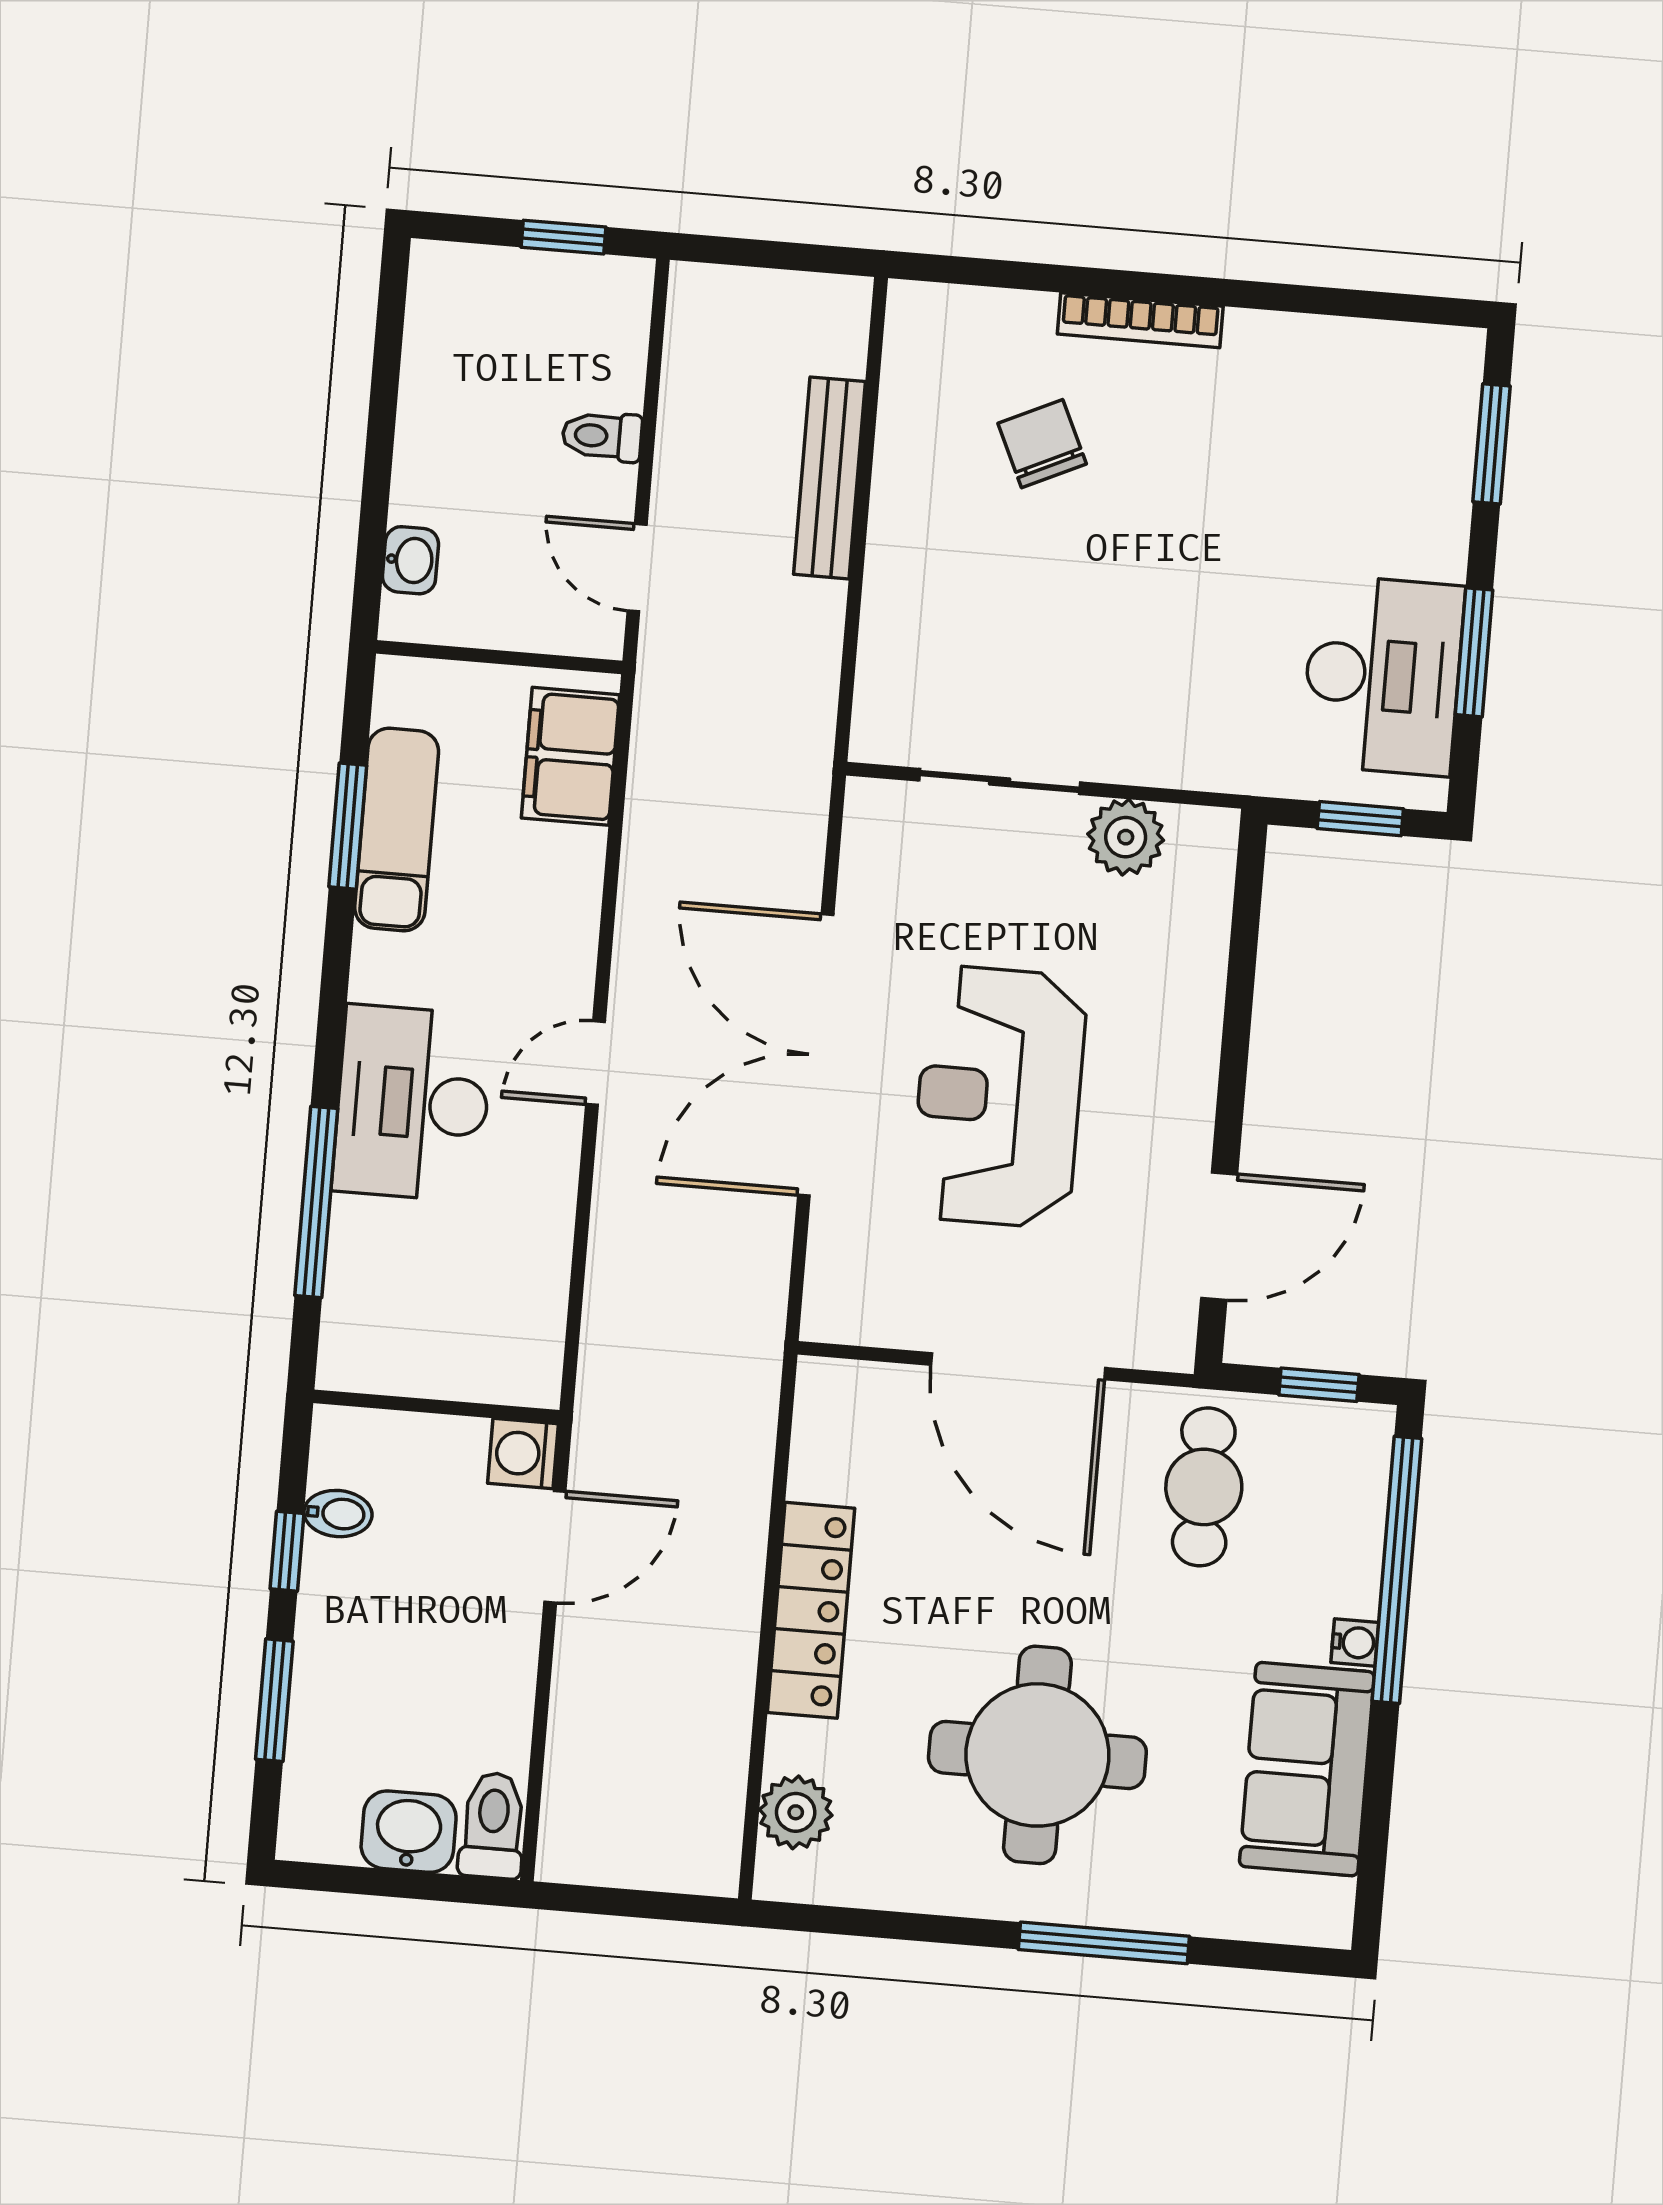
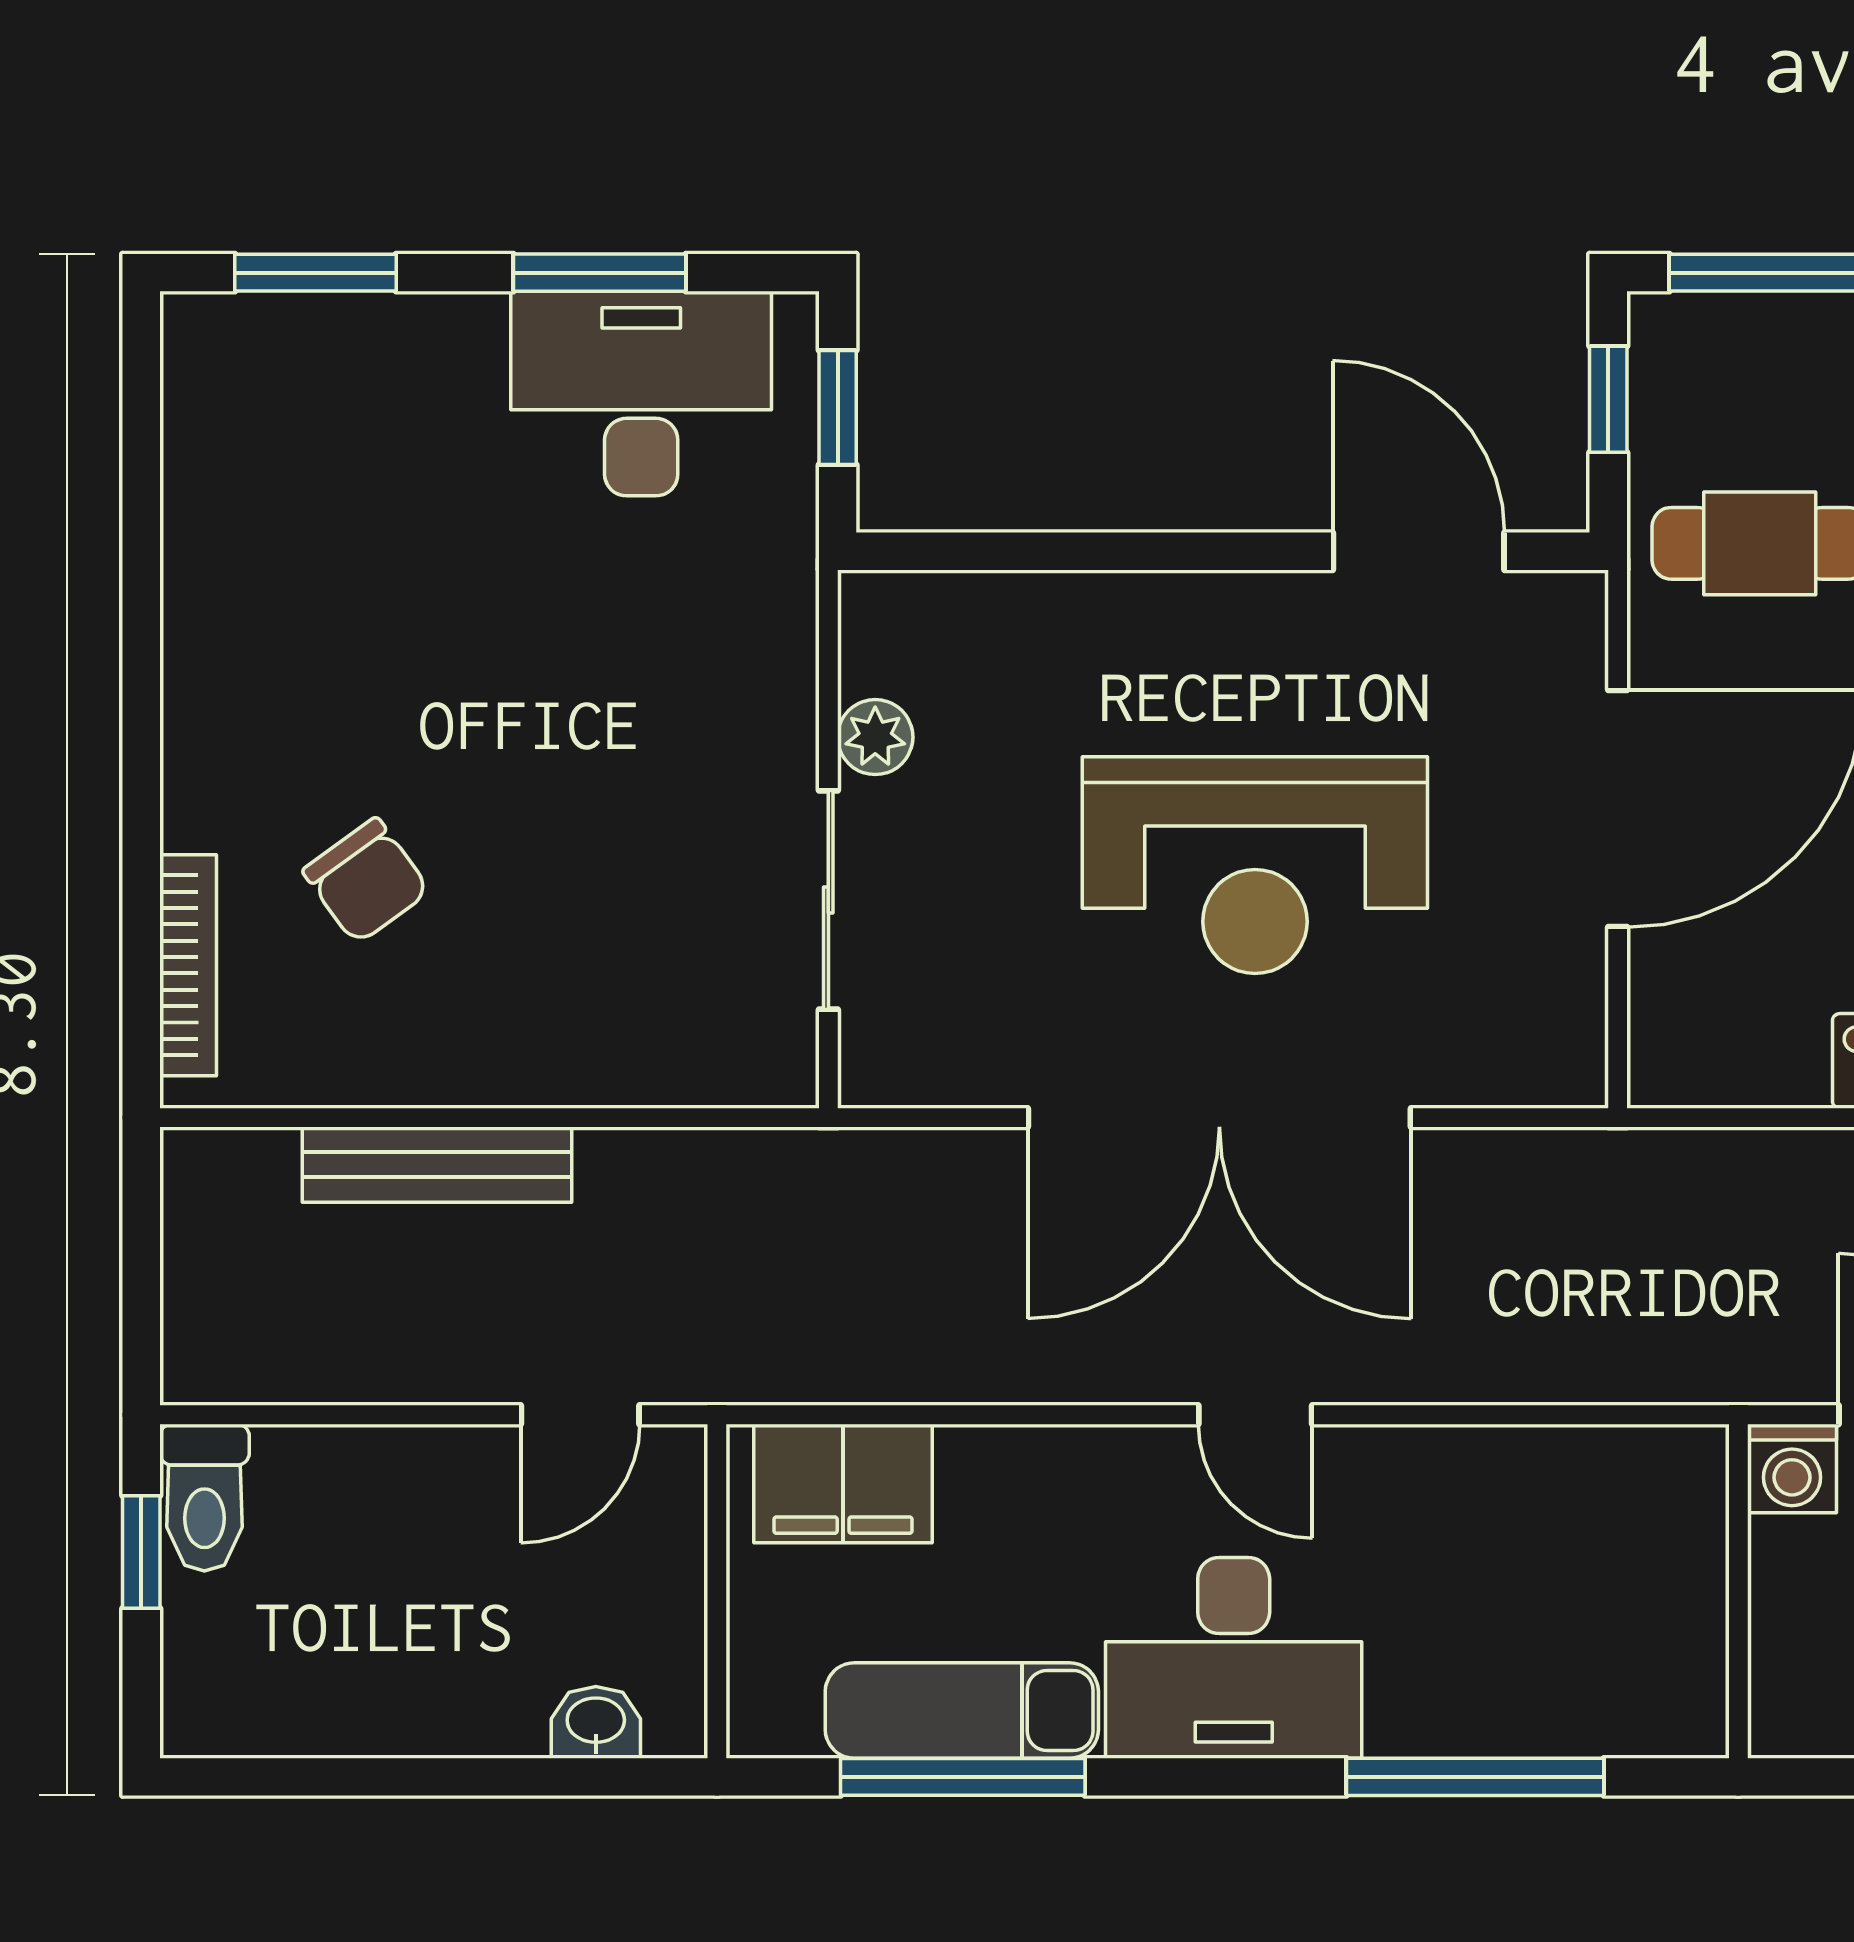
bookcase: (1140, 320) -> (188, 965), moved
toilet: (602, 436) -> (204, 1498), moved, width x1.37, depth x1.39
chair: (1042, 444) -> (366, 881), turned -101
window: (348, 826) -> (963, 1777), width x1.44
plant: (1126, 837) -> (875, 737), width x0.73, depth x0.73
desk: (413, 1103) -> (1234, 1658), moved

